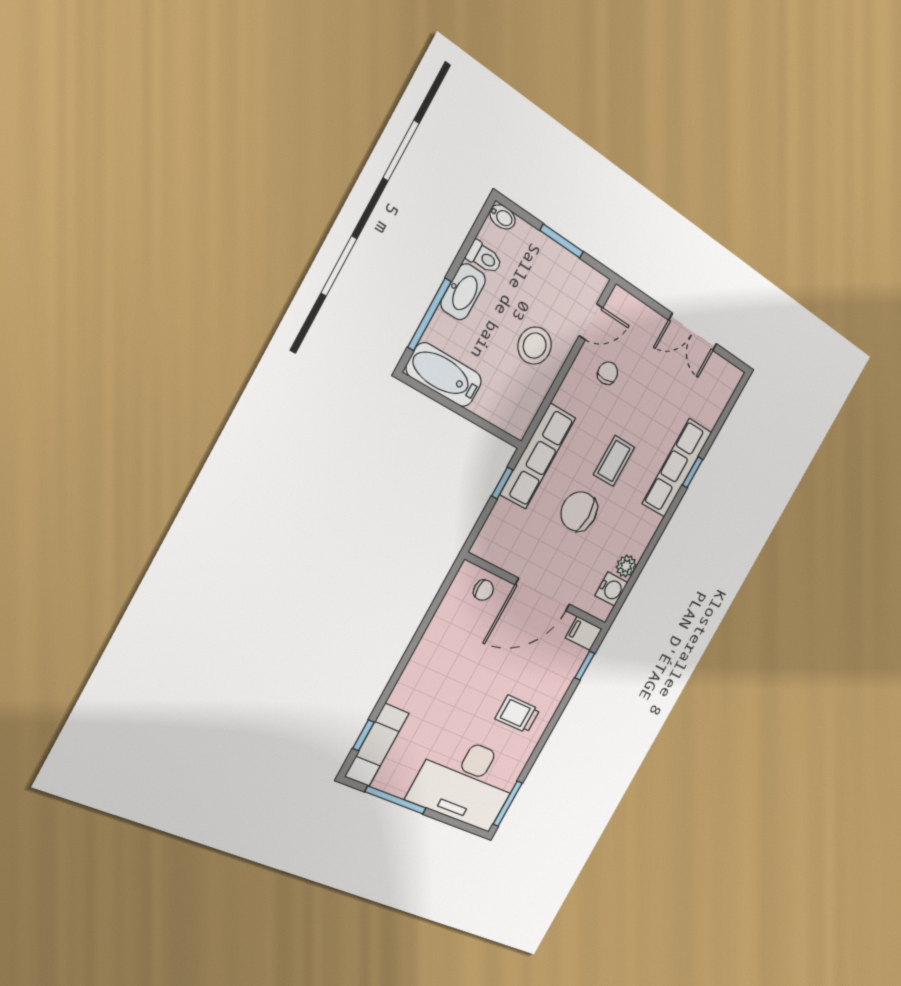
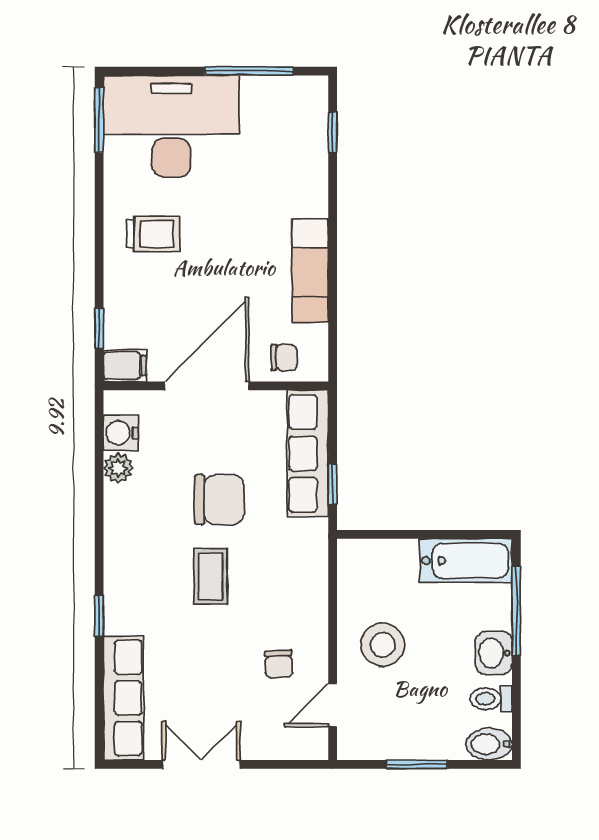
bidet: (502, 217) -> (489, 744), width x1.38, depth x1.36
washbasin: (463, 292) -> (494, 653), width x0.72
row of seats: (538, 456) -> (308, 453), moved
row of seats: (677, 468) -> (123, 698), moved
chair: (484, 590) -> (284, 357), turned 180
exam couch: (377, 745) -> (310, 271), moved

